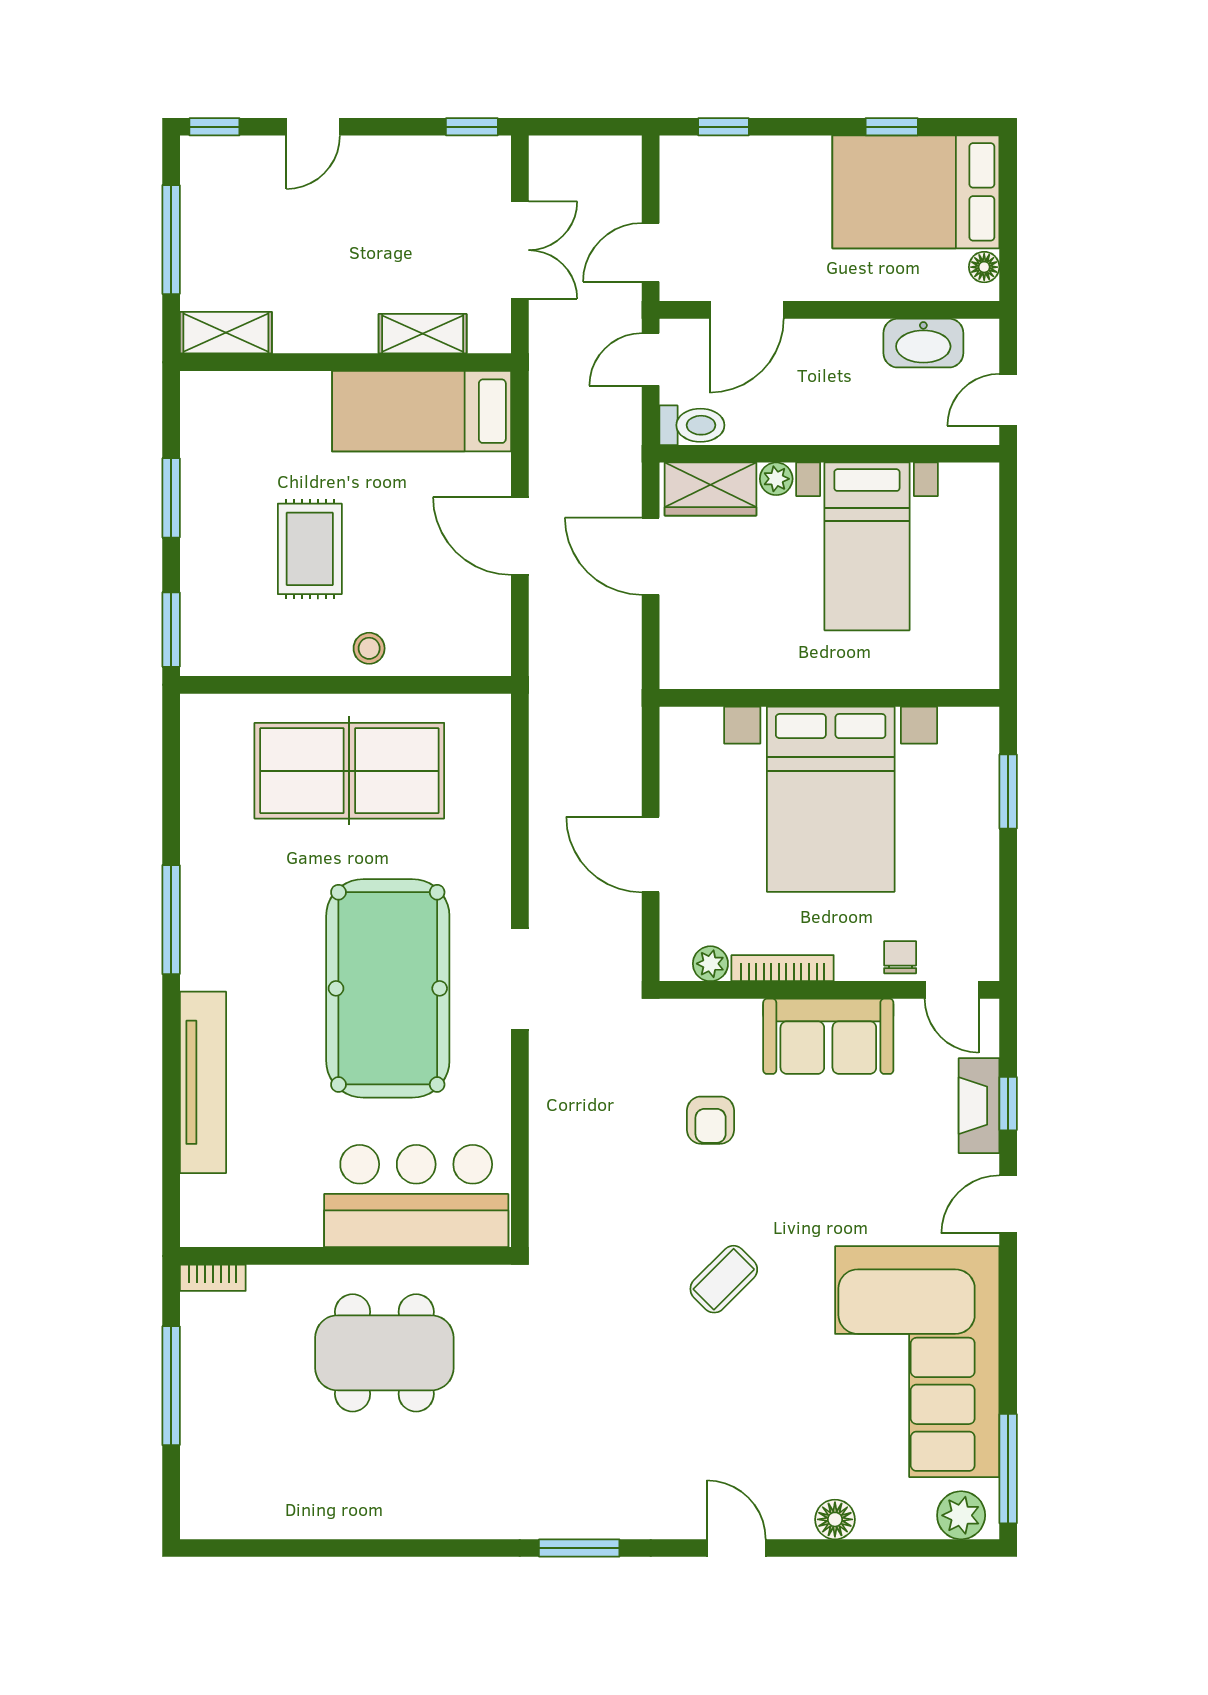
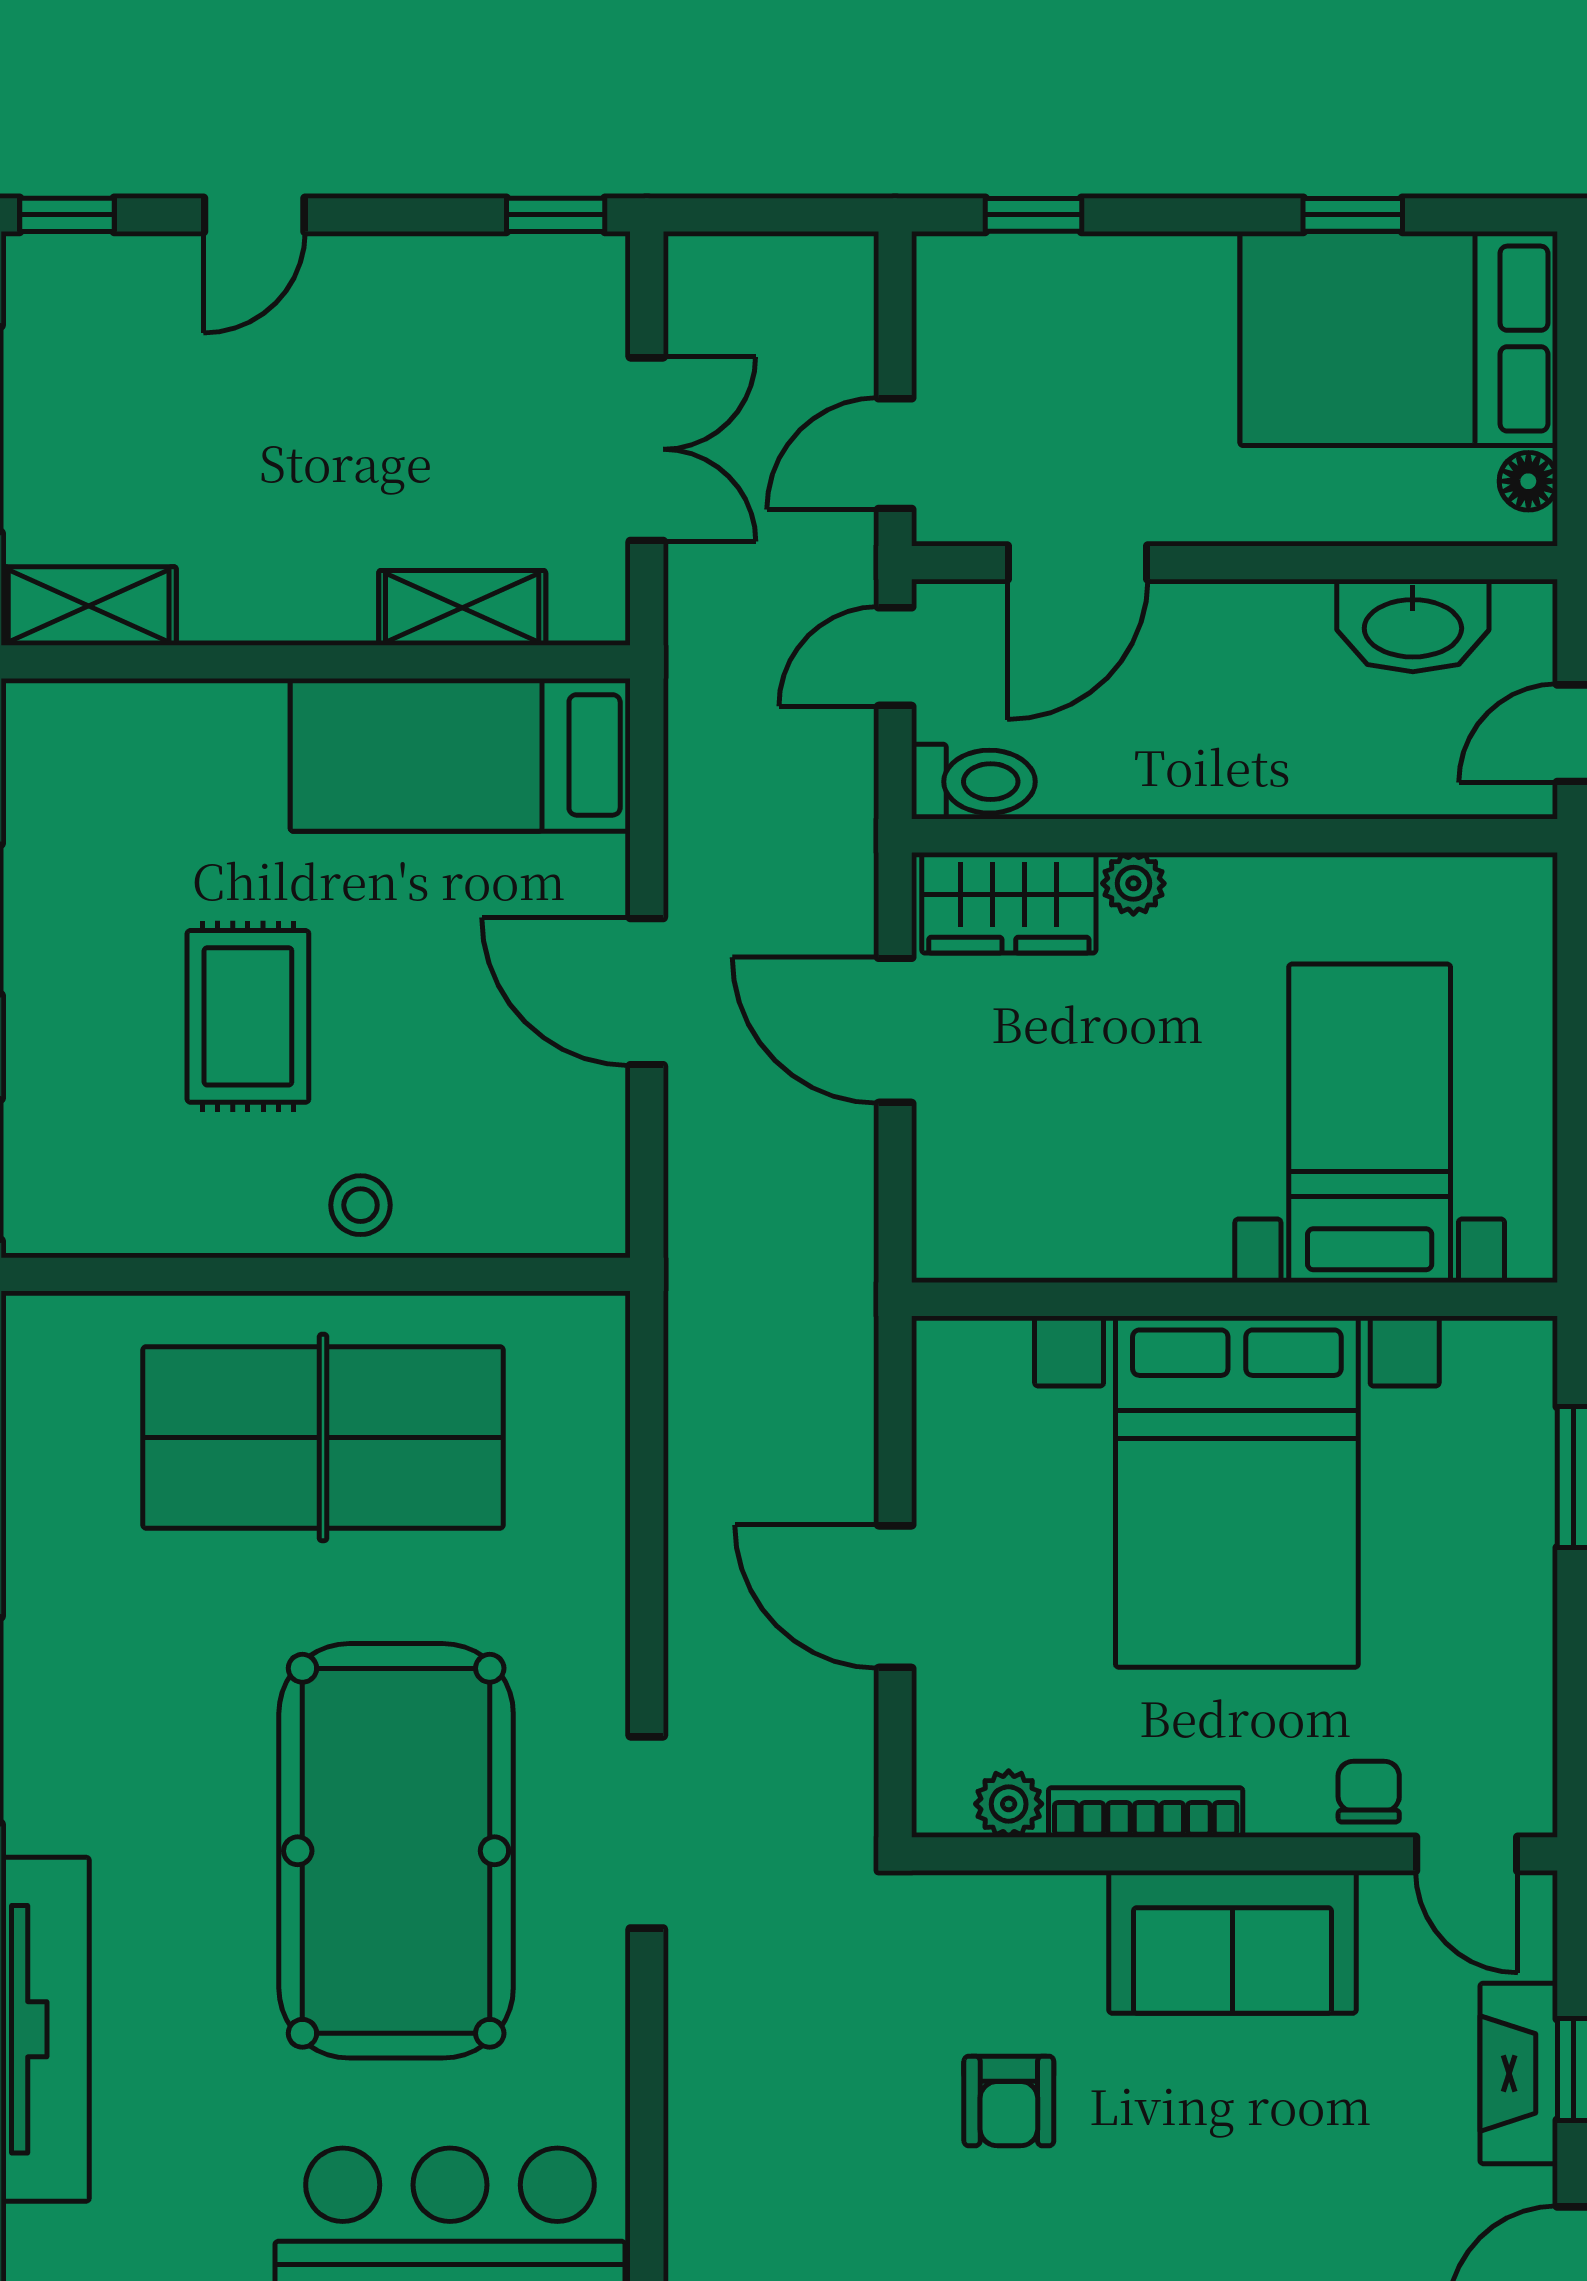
bed with nightstands: (867, 546) -> (1370, 1123), moved, turned 180

